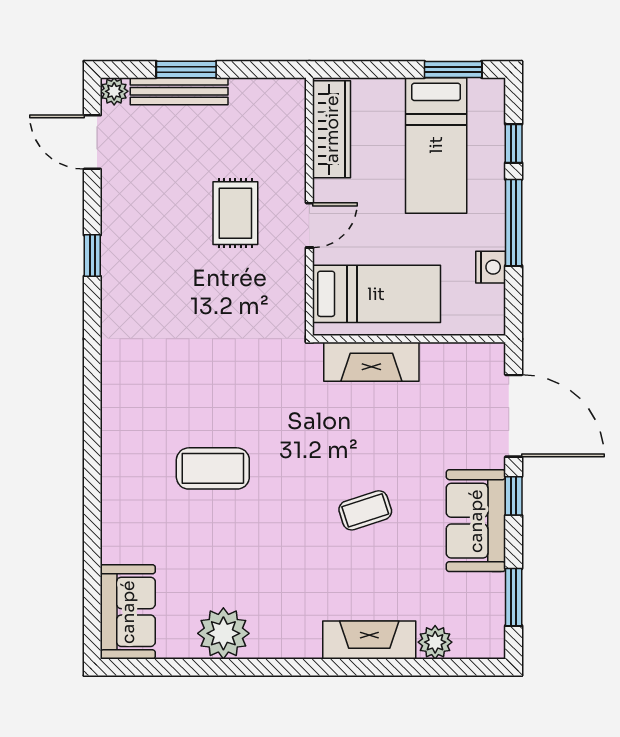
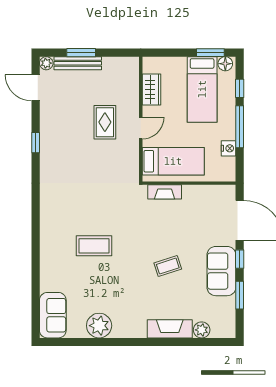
floor lamp: (484, 92) -> (225, 64), added
wardrobe: (332, 129) -> (151, 89), width x0.67
fireplace: (371, 362) -> (165, 192), width x0.73, depth x0.76
window: (514, 597) -> (240, 295), moved

